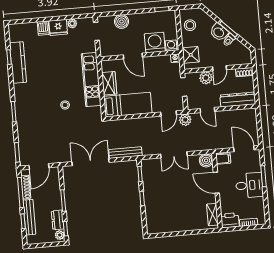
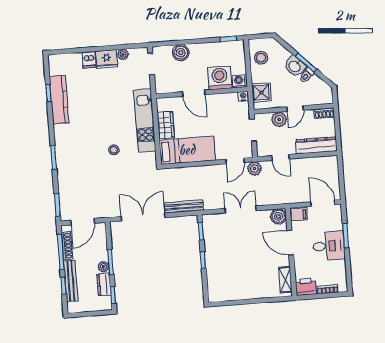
double door: (174, 155) -> (241, 209), swing flipped
plant: (60, 235) -> (103, 267), moved

